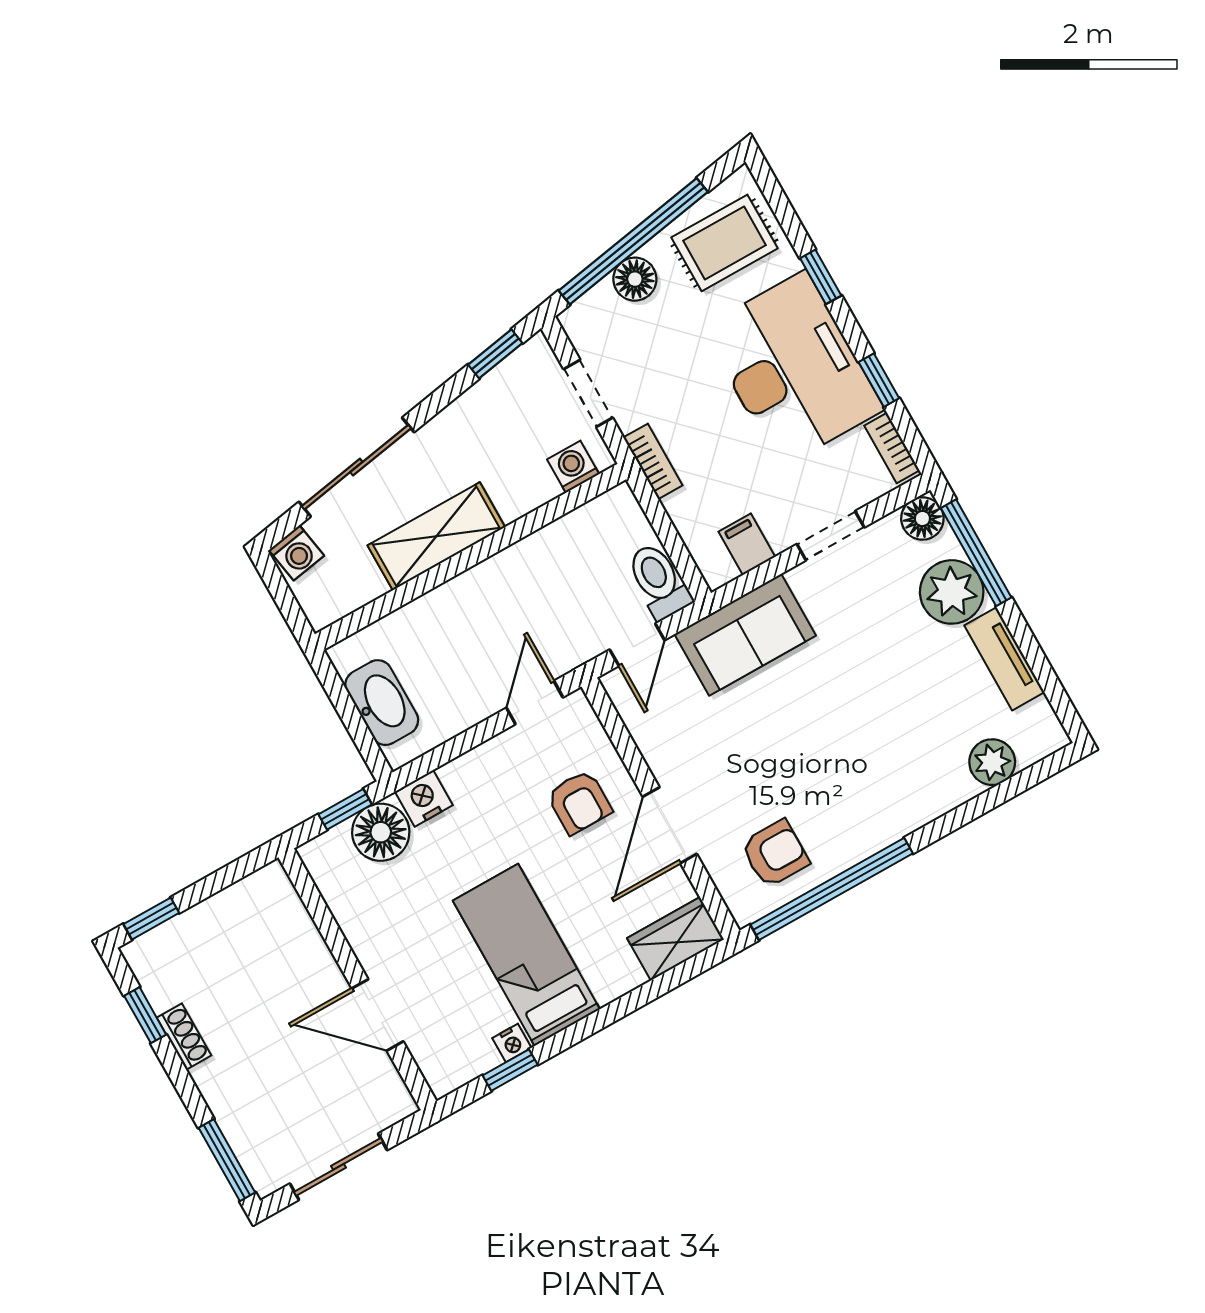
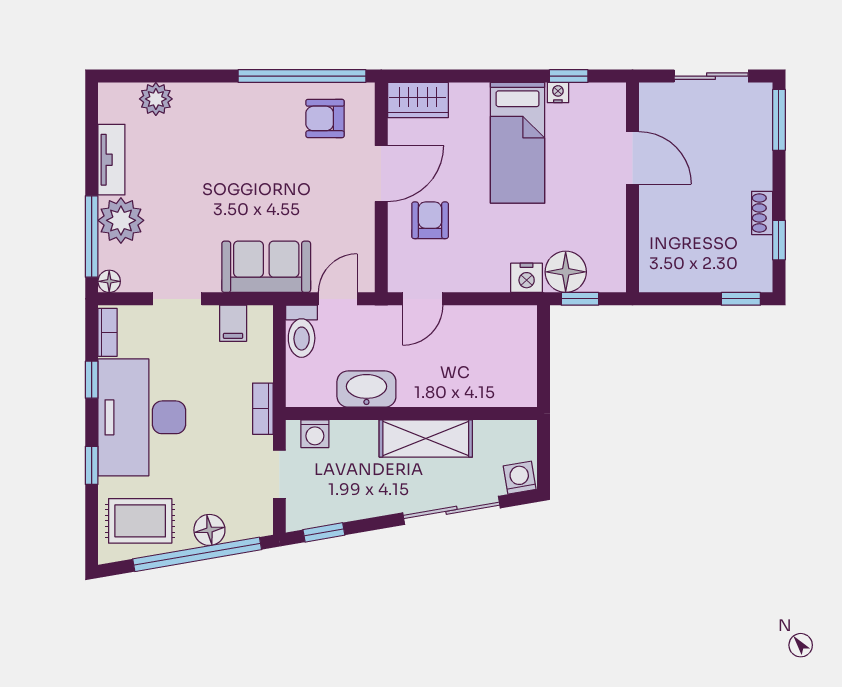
floor lamp: (922, 519) -> (109, 281), width x0.73, depth x0.73
washbasin: (382, 703) -> (366, 389), moved, turned 90

